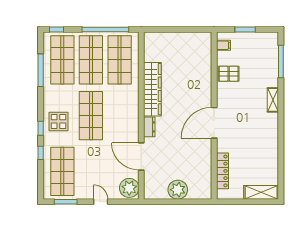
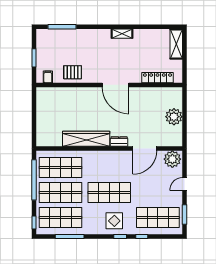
pallet: (229, 74) -> (73, 72), turned 90
shelving: (273, 100) -> (122, 34), moved

